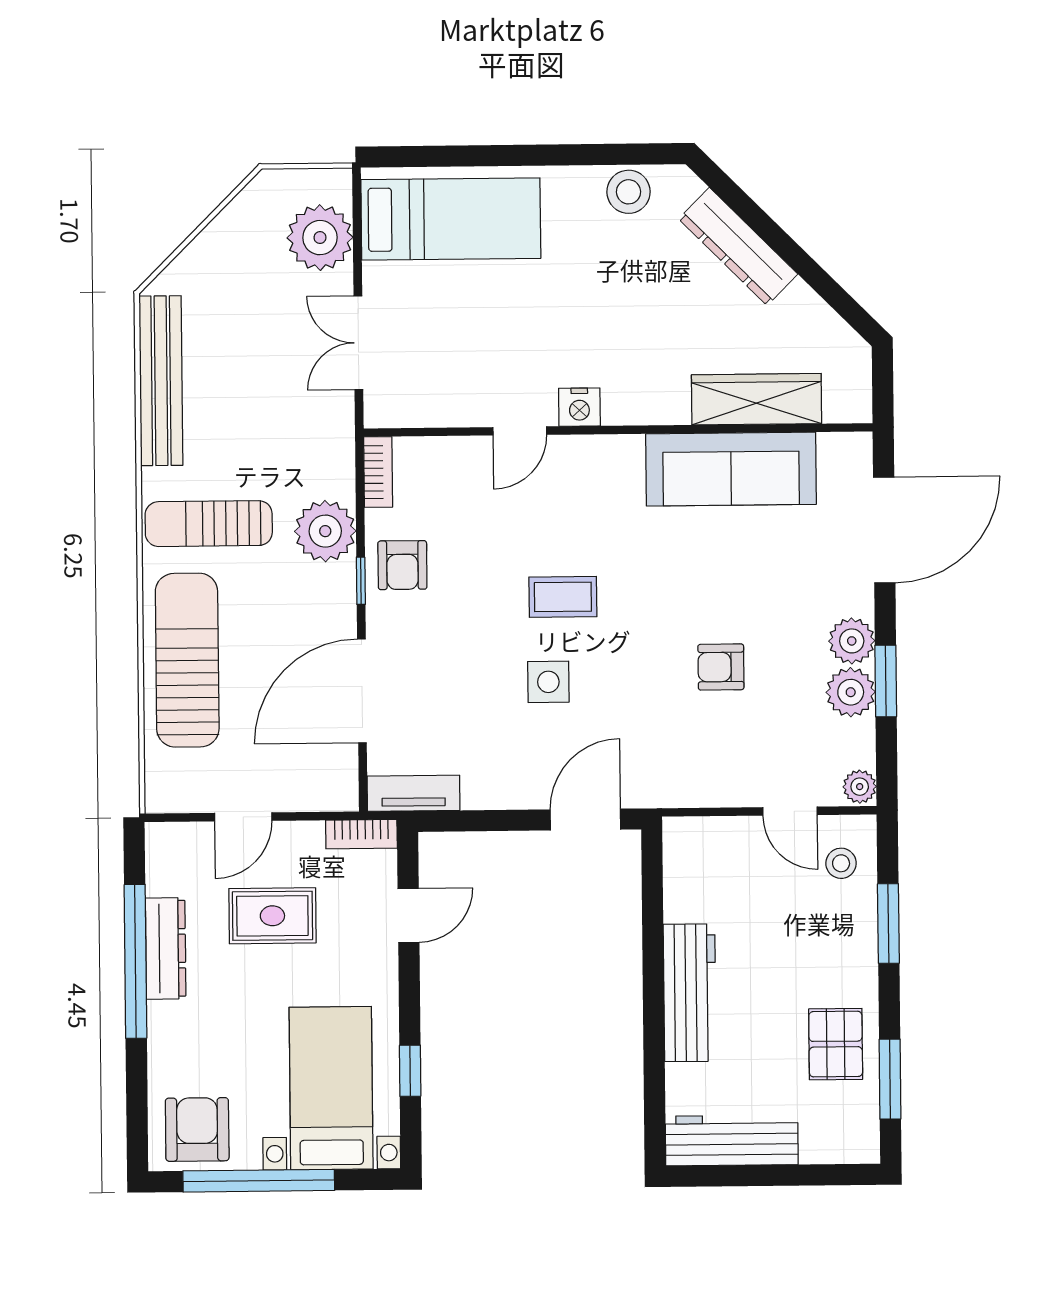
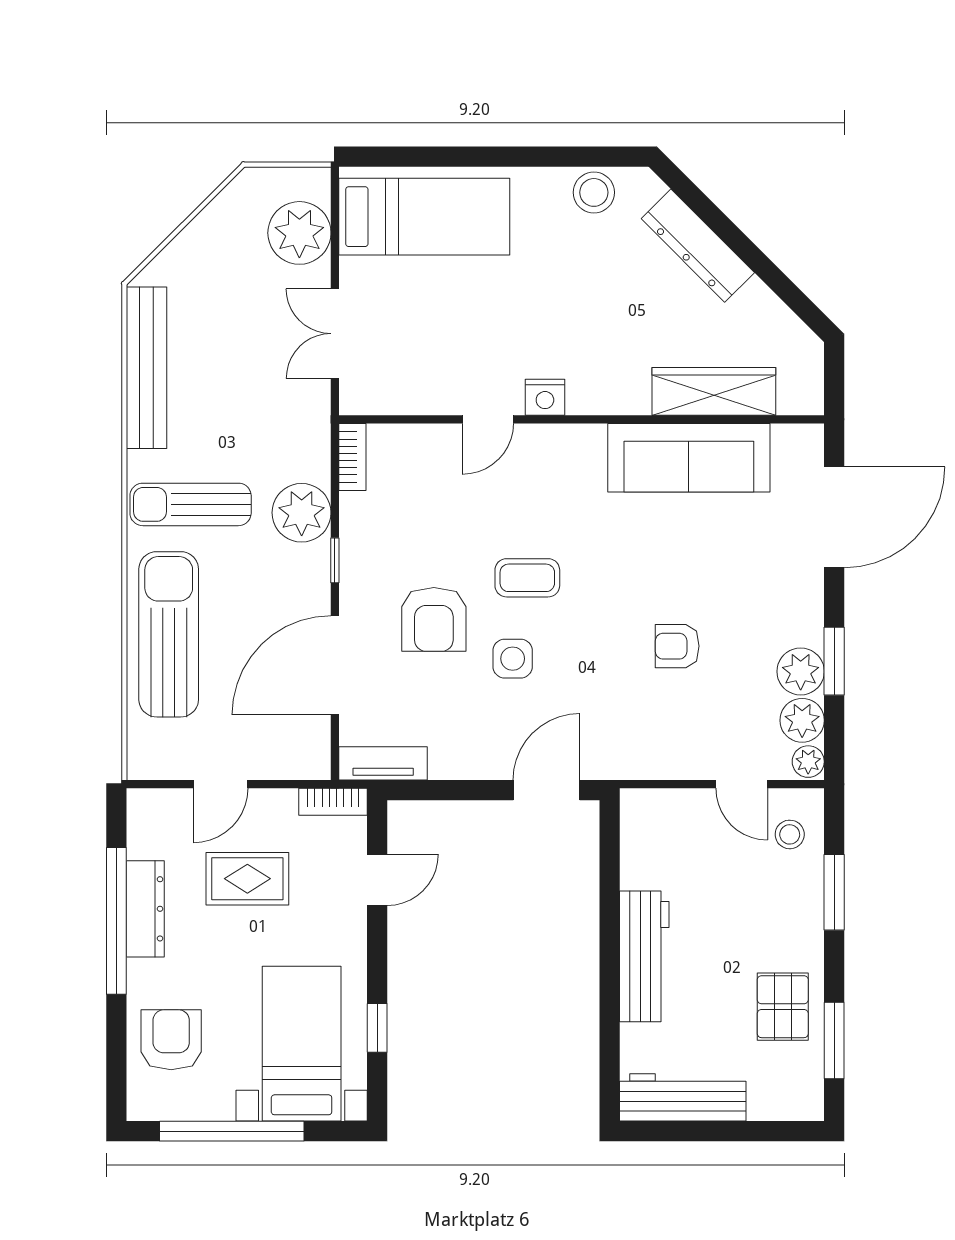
armchair: (402, 565) -> (434, 619), moved, width x1.38, depth x1.38
plant: (852, 641) -> (802, 720), moved
armchair: (197, 1129) -> (171, 1040), moved

